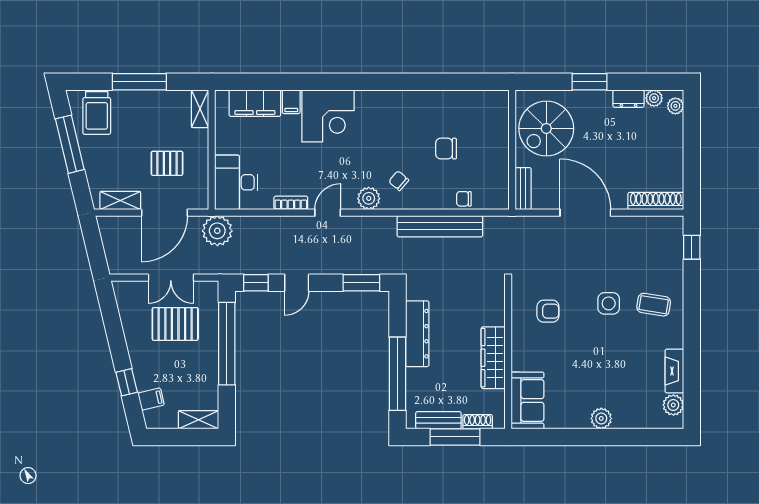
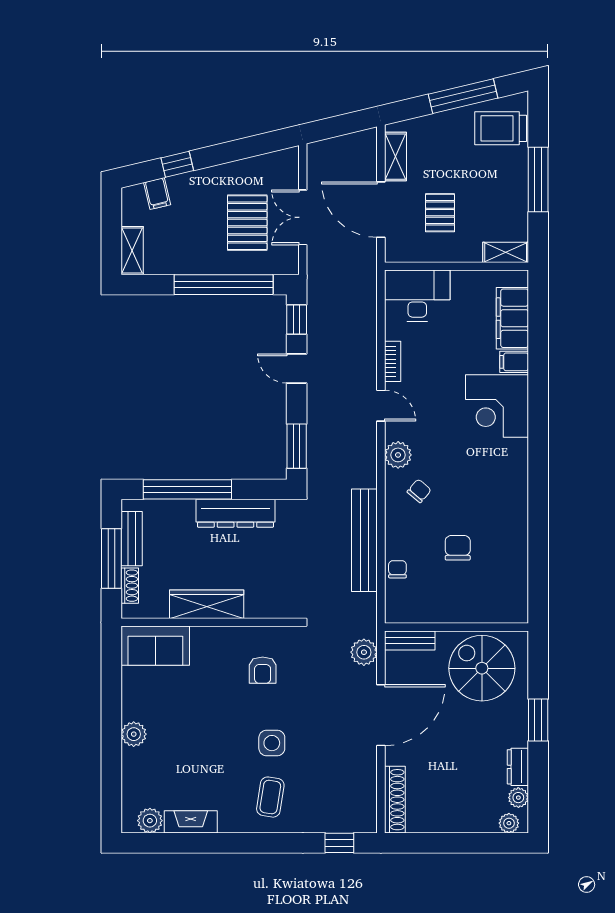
plant: (217, 231) -> (364, 652), moved, width x0.73, depth x0.73

